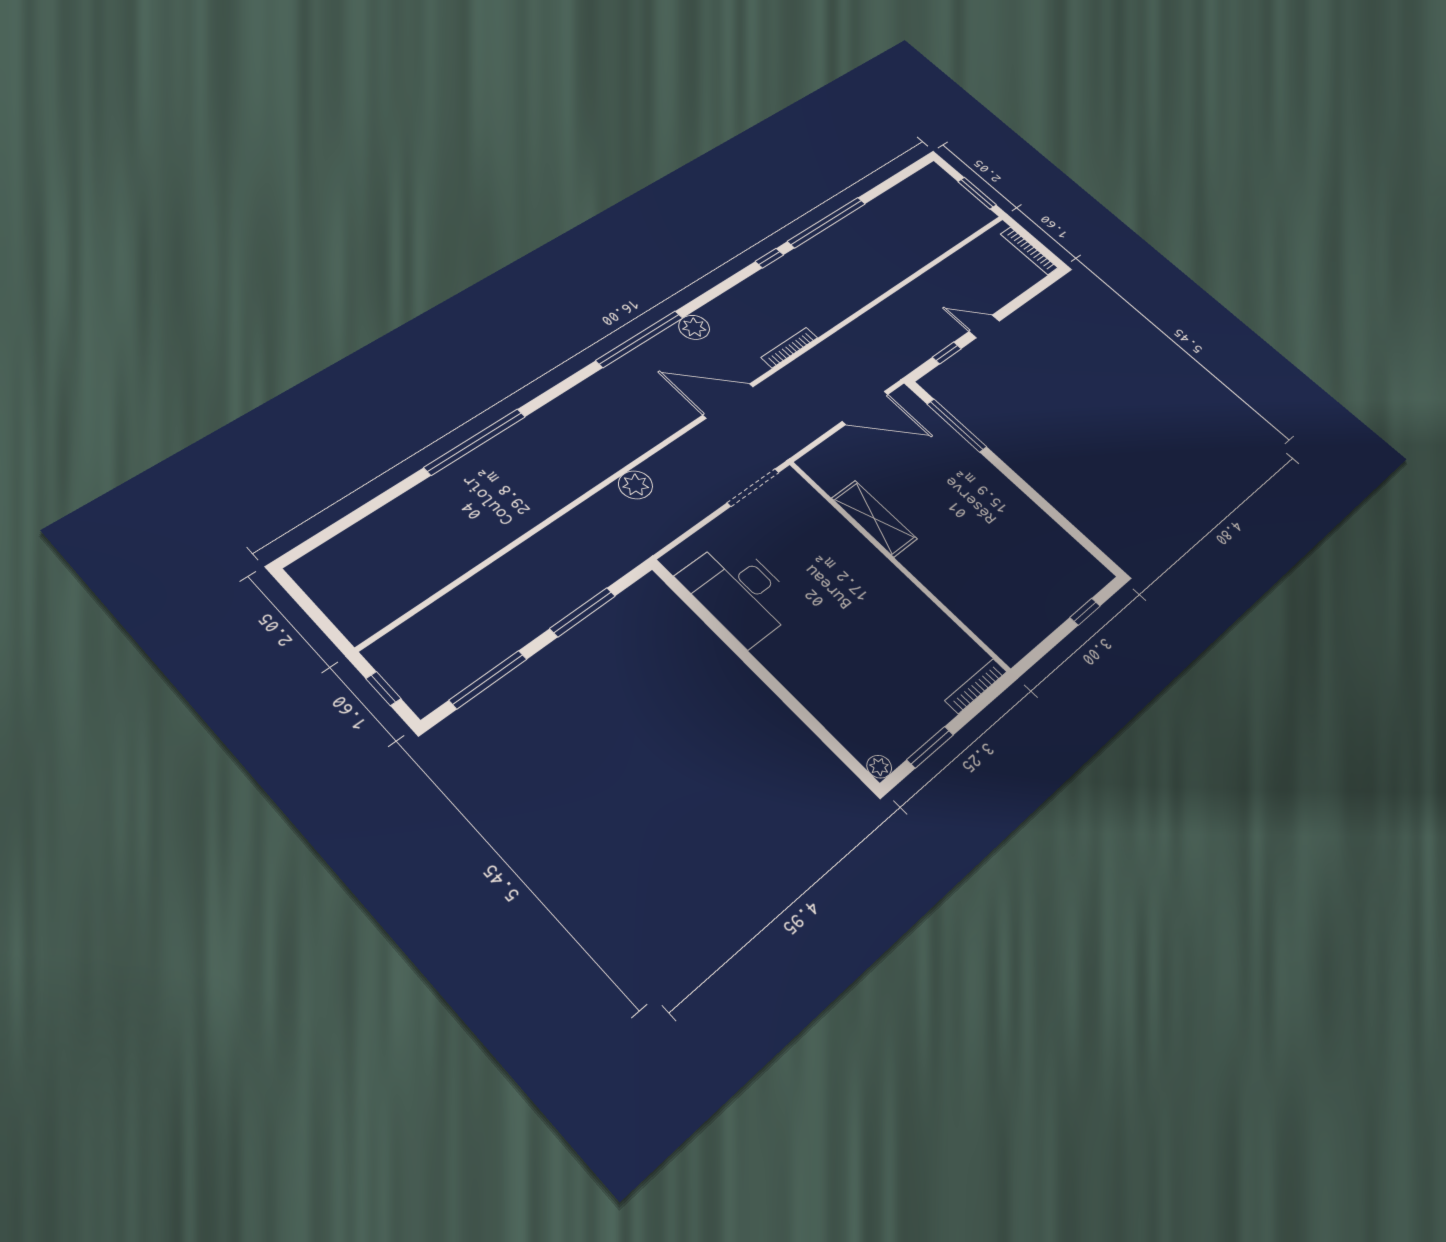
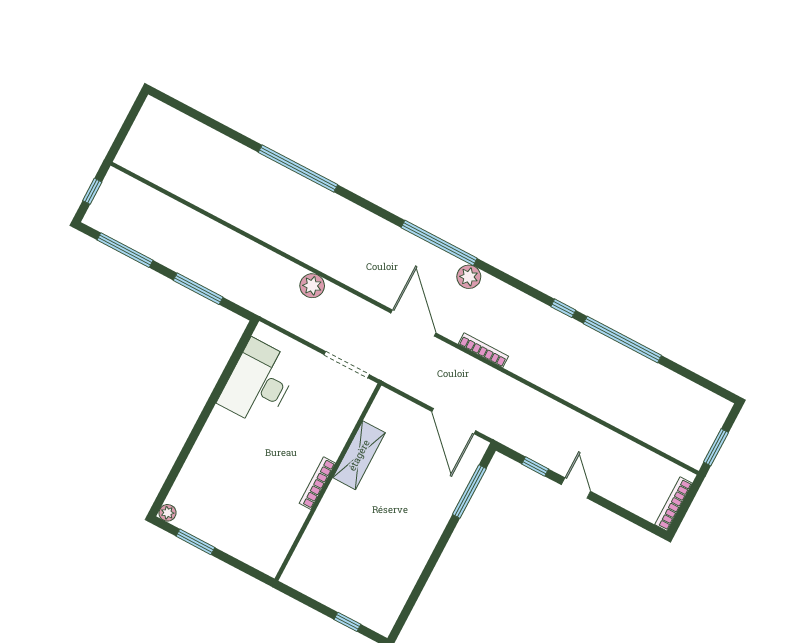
bookcase: (976, 686) -> (317, 483), moved, turned -90

